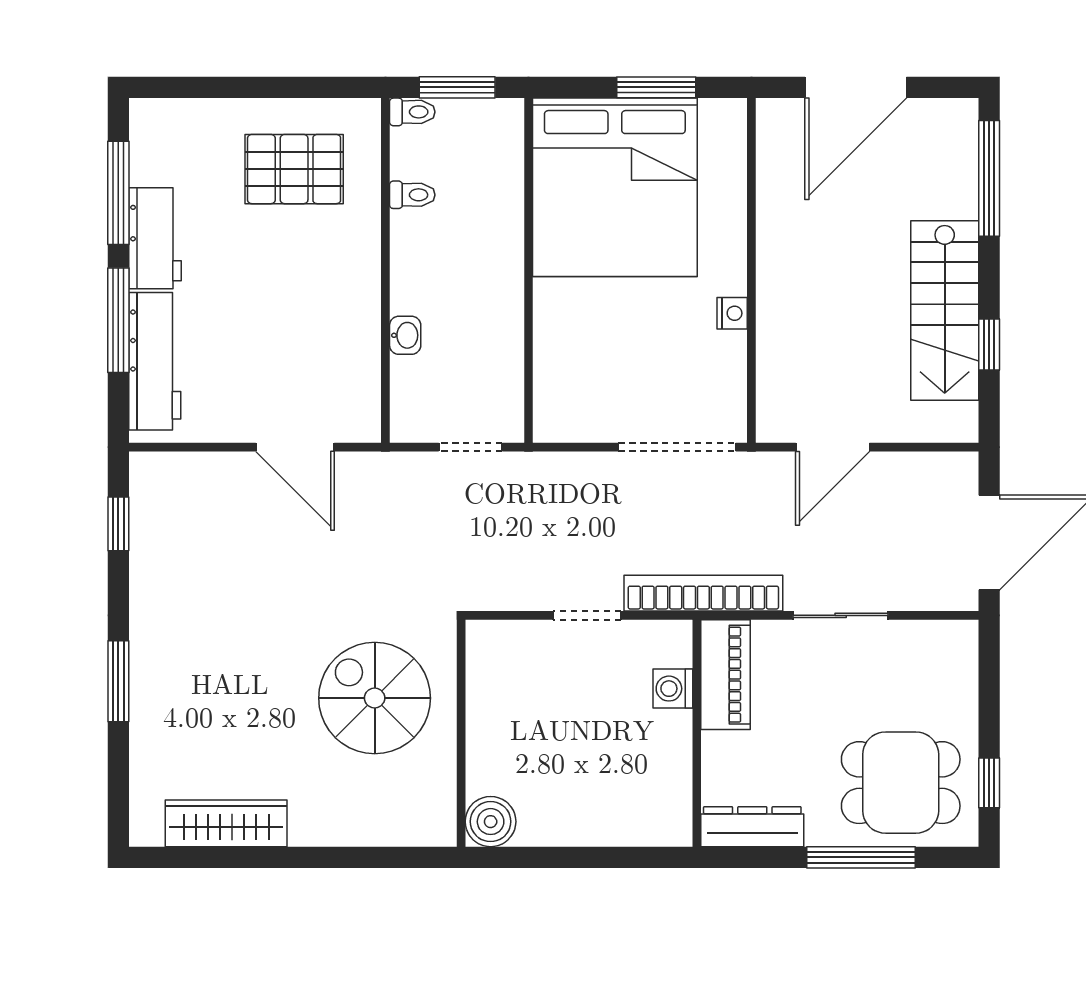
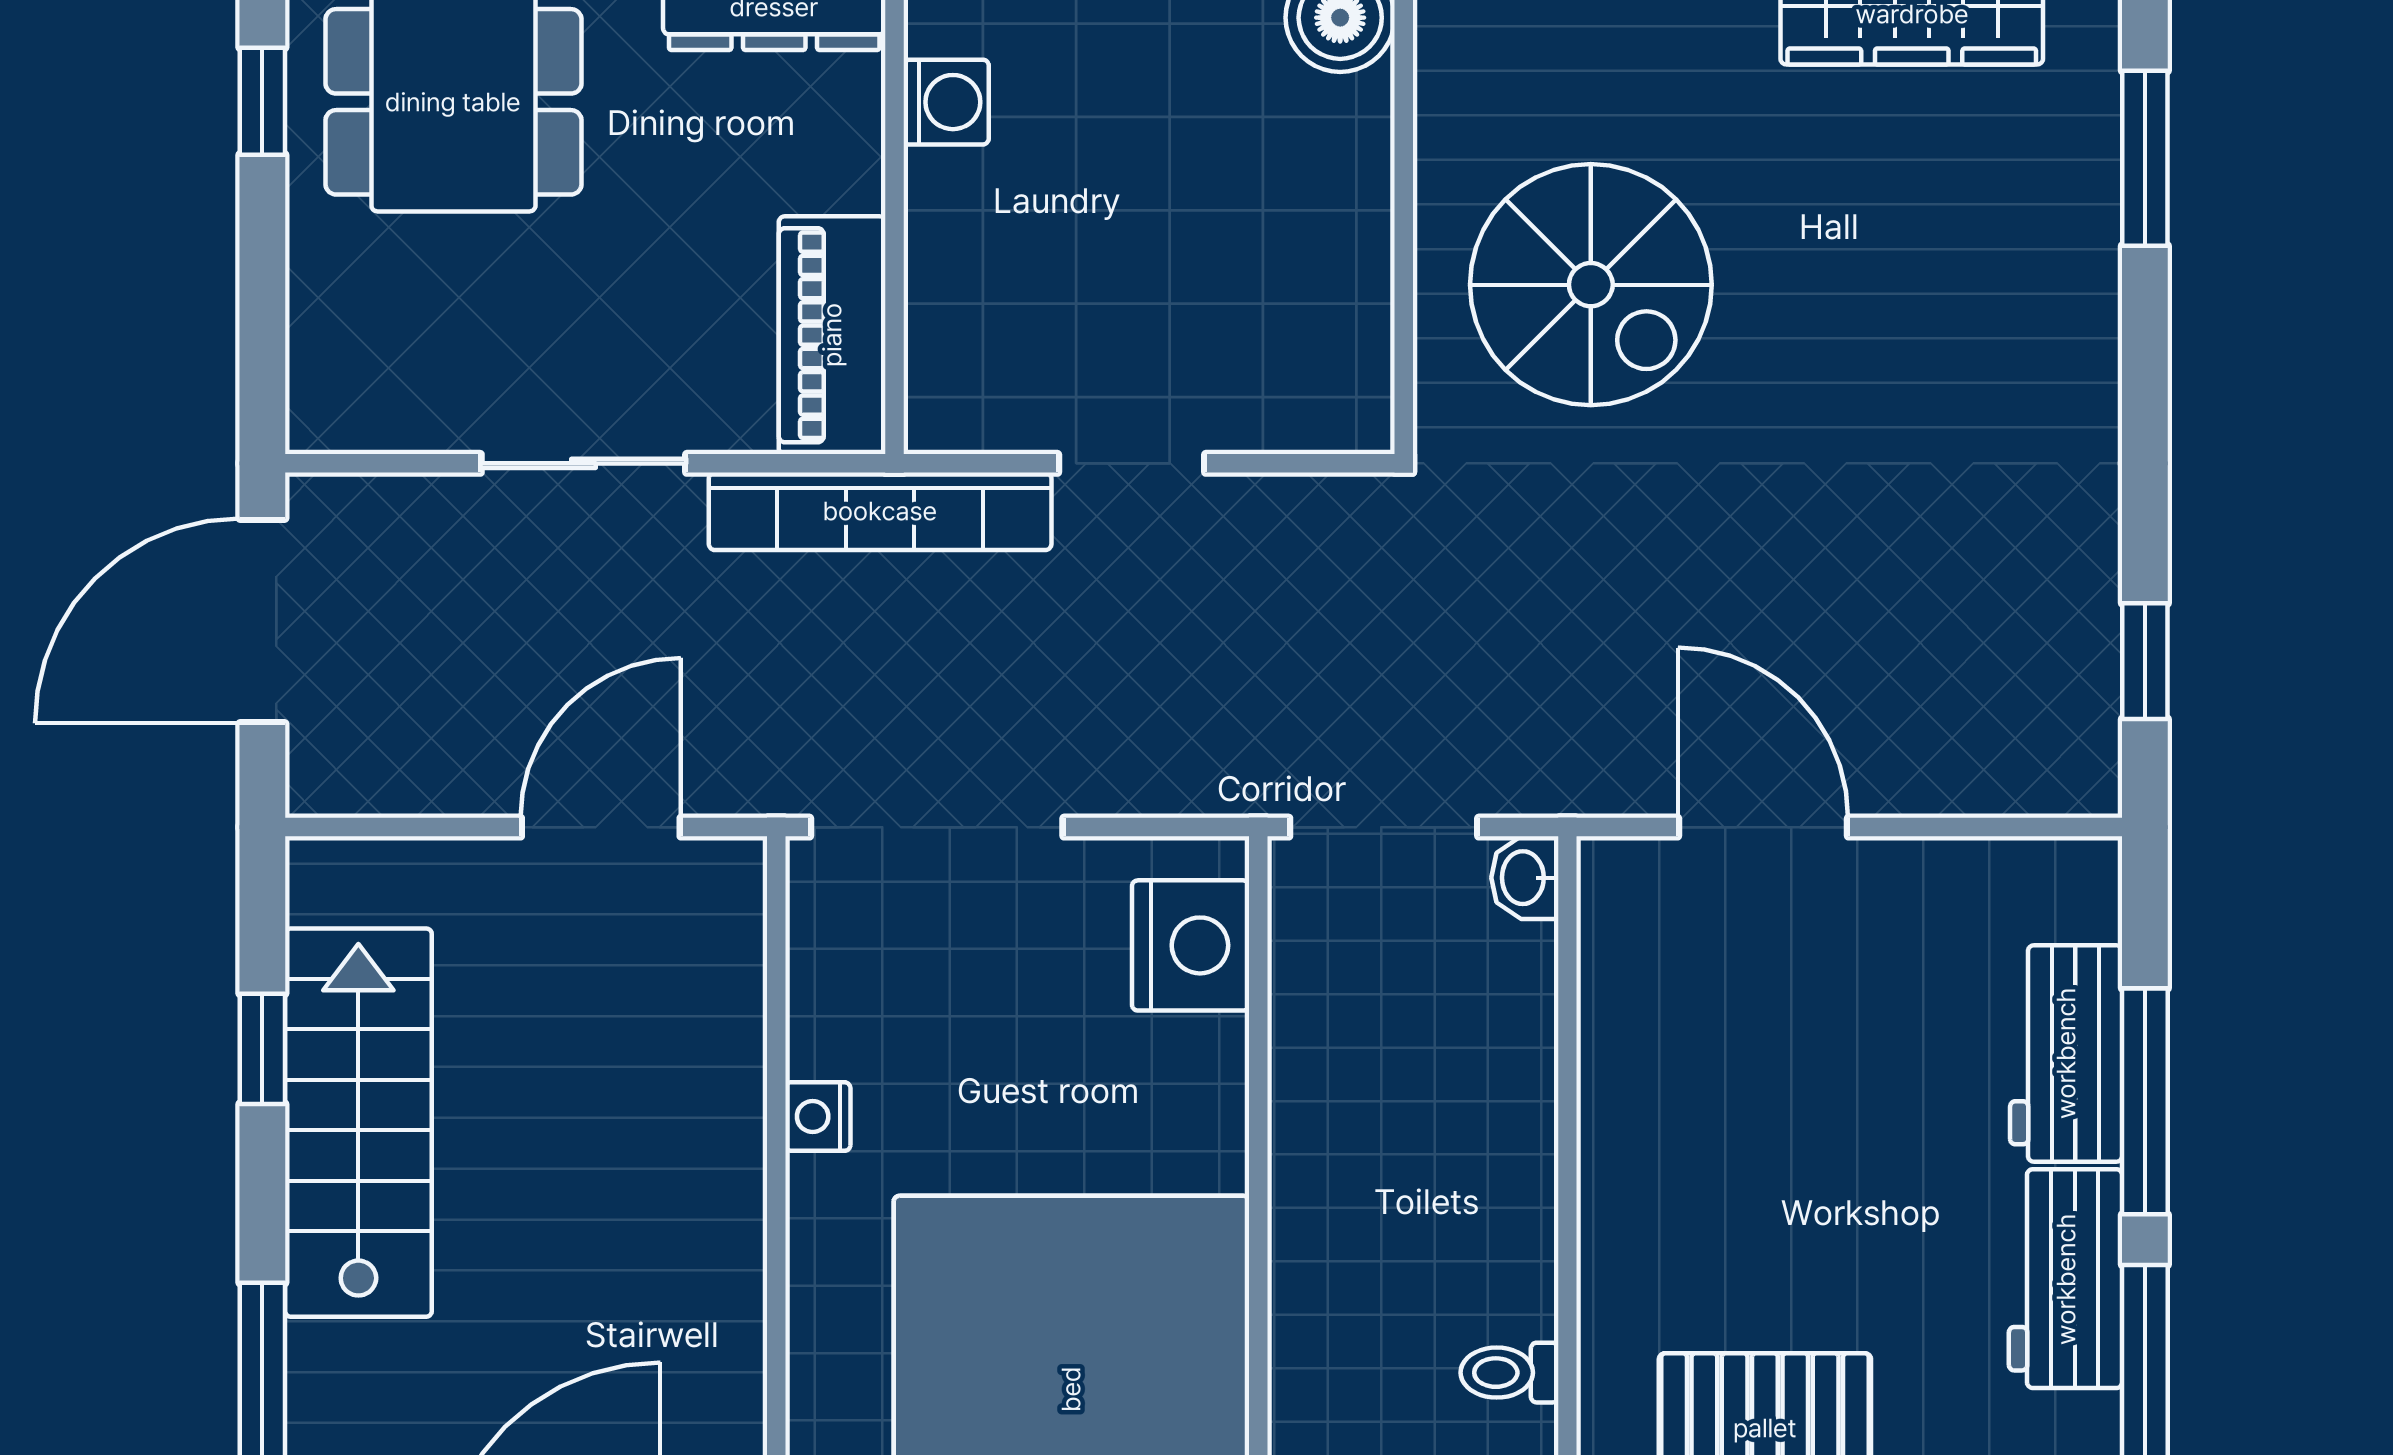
washbasin: (405, 335) -> (1525, 878), moved
workbench: (155, 361) -> (2066, 1053), width x0.73
nightstand: (560, 392) -> (1191, 945), added
doorway: (470, 447) -> (1384, 827), width x1.38
window: (118, 681) -> (2145, 158), moved
washing machine: (673, 689) -> (946, 102), moved

